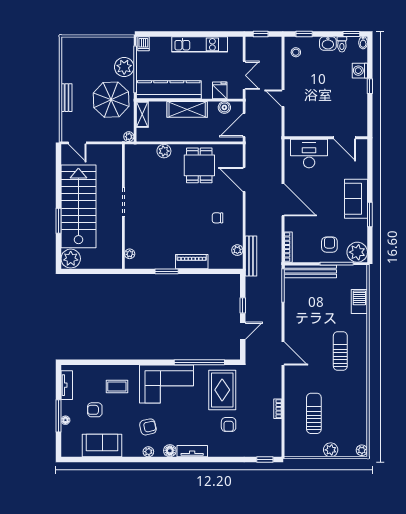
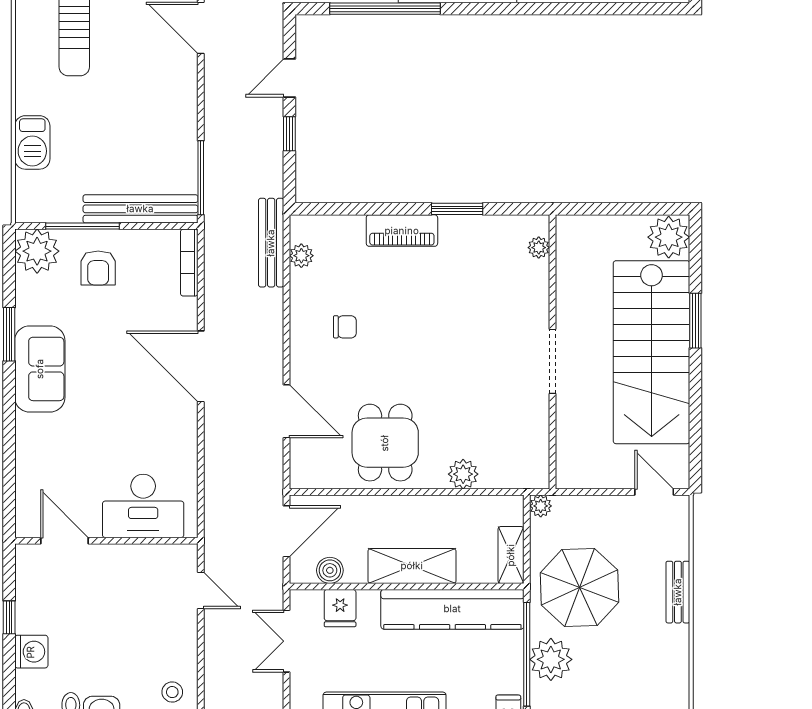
wall: (326, 138) -> (106, 541), moved
door: (345, 138) -> (65, 541), moved
desk: (309, 153) -> (143, 506), moved

